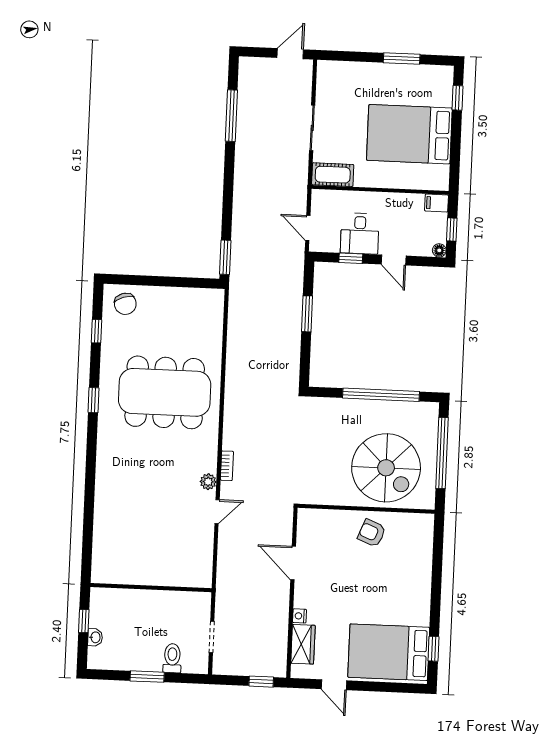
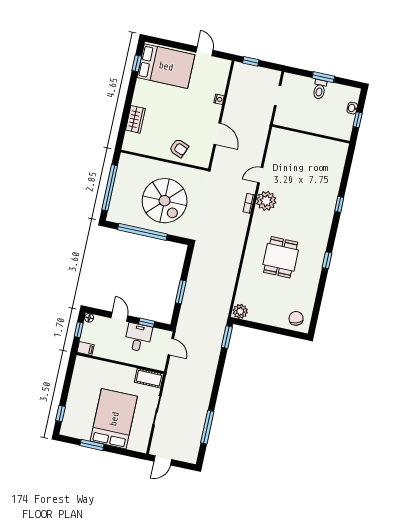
bed: (409, 134) -> (114, 419), moved, turned -90
plant: (212, 300) -> (240, 311), added
window: (97, 331) -> (339, 204), moved
dining table: (165, 392) -> (281, 257), width x0.53, depth x0.80
spiral stairs: (386, 468) -> (165, 201), moved, turned 180
plant: (208, 482) -> (266, 201), width x1.87, depth x1.87
armchair: (372, 533) -> (179, 148), moved
wardrobe: (303, 644) -> (135, 119), moved, turned 180
toilet: (172, 658) -> (320, 89), moved

